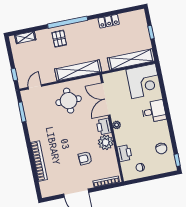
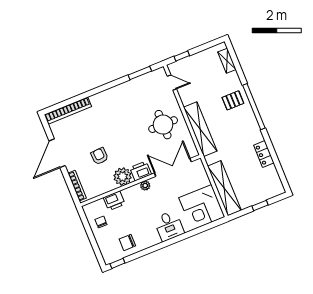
bookcase: (39, 161) -> (68, 111), moved

